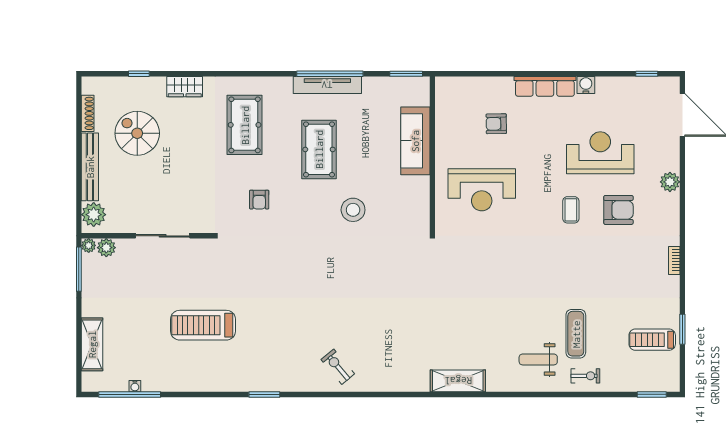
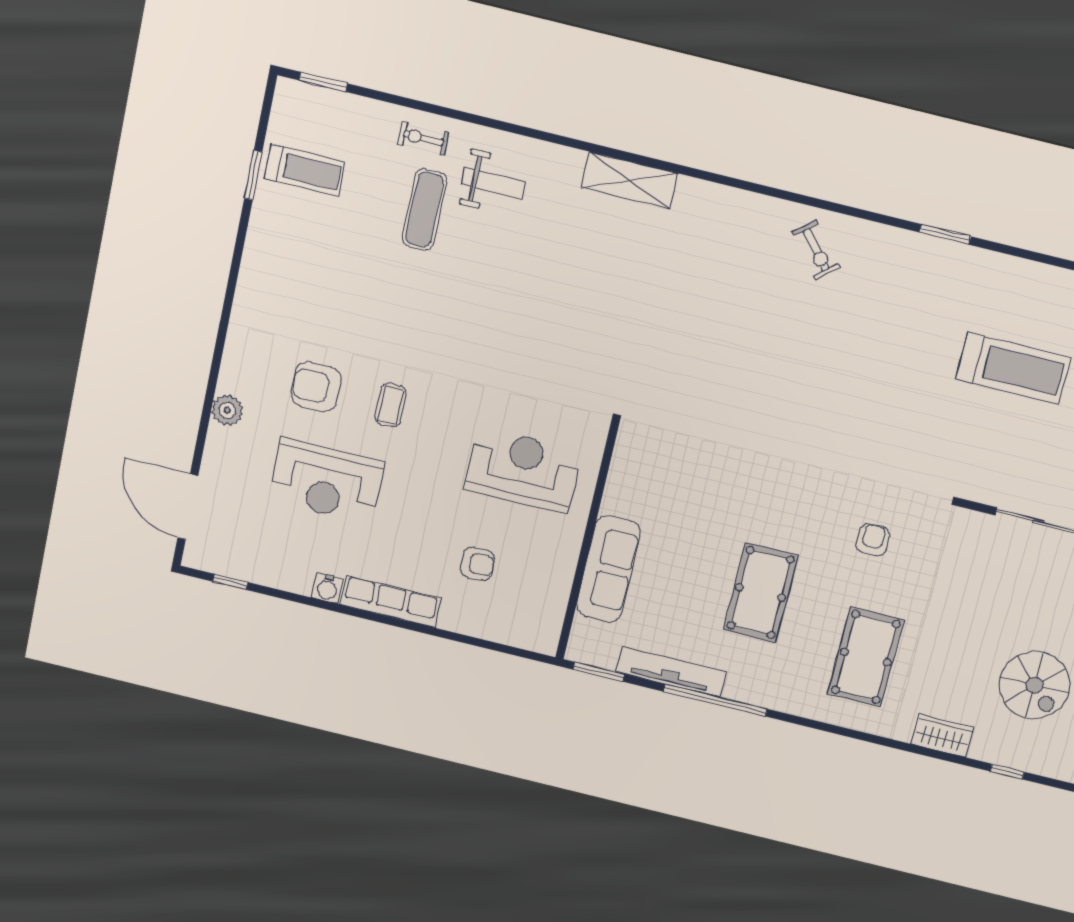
tv unit: (327, 85) -> (671, 672), moved
stool: (353, 210) -> (731, 488), removed
bookcase: (674, 260) -> (245, 287), removed

